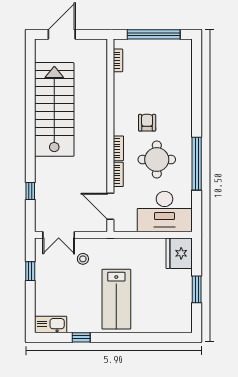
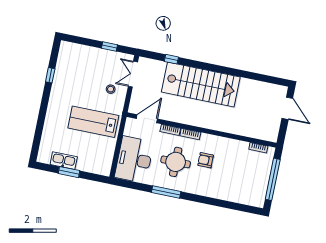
stairs: (54, 109) -> (201, 85), moved
armchair: (147, 123) -> (206, 160), turned 180
window: (197, 164) -> (166, 192), width x0.68
fridge: (179, 253) -> (100, 164), removed
lab bench: (116, 299) -> (93, 122), moved
kitchen sink: (51, 325) -> (64, 161), moved, turned -90

